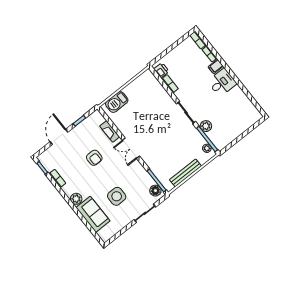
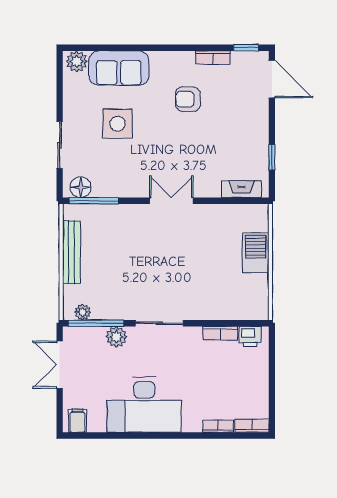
filing cabinet: (216, 66) -> (77, 421), moved
desk: (222, 83) -> (144, 405), width x1.87, depth x1.30
barbecue: (117, 102) -> (256, 253), moved
fireplace: (110, 131) -> (242, 189), moved
door: (59, 137) -> (272, 79), moved
double door: (236, 140) -> (60, 365), added
armchair: (94, 158) -> (188, 99), moved
plant: (76, 199) -> (77, 61), moved

